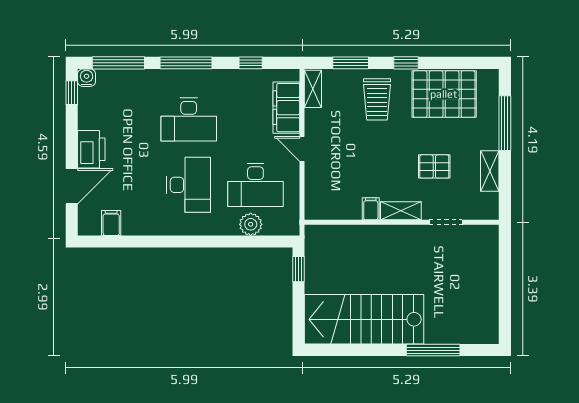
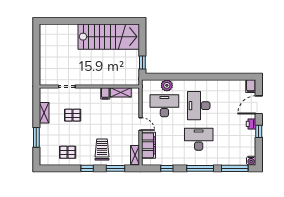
window: (72, 93) -> (259, 131), moved
pallet: (444, 94) -> (68, 152), width x0.49, depth x0.50
window: (505, 123) -> (36, 137), width x0.69
printer: (91, 149) -> (251, 124), width x0.53, depth x0.68
shelving: (401, 211) -> (121, 92), moved
filing cabinet: (111, 223) -> (251, 86), moved
window: (433, 350) -> (73, 21), removed

